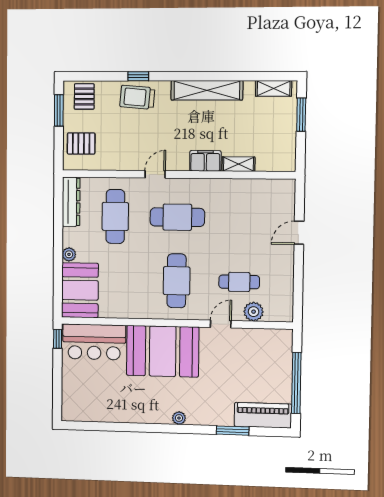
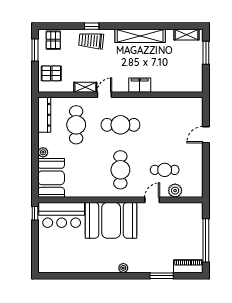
shelving: (238, 164) -> (85, 87), moved
piano: (263, 415) -> (188, 266), width x0.73, depth x0.75

